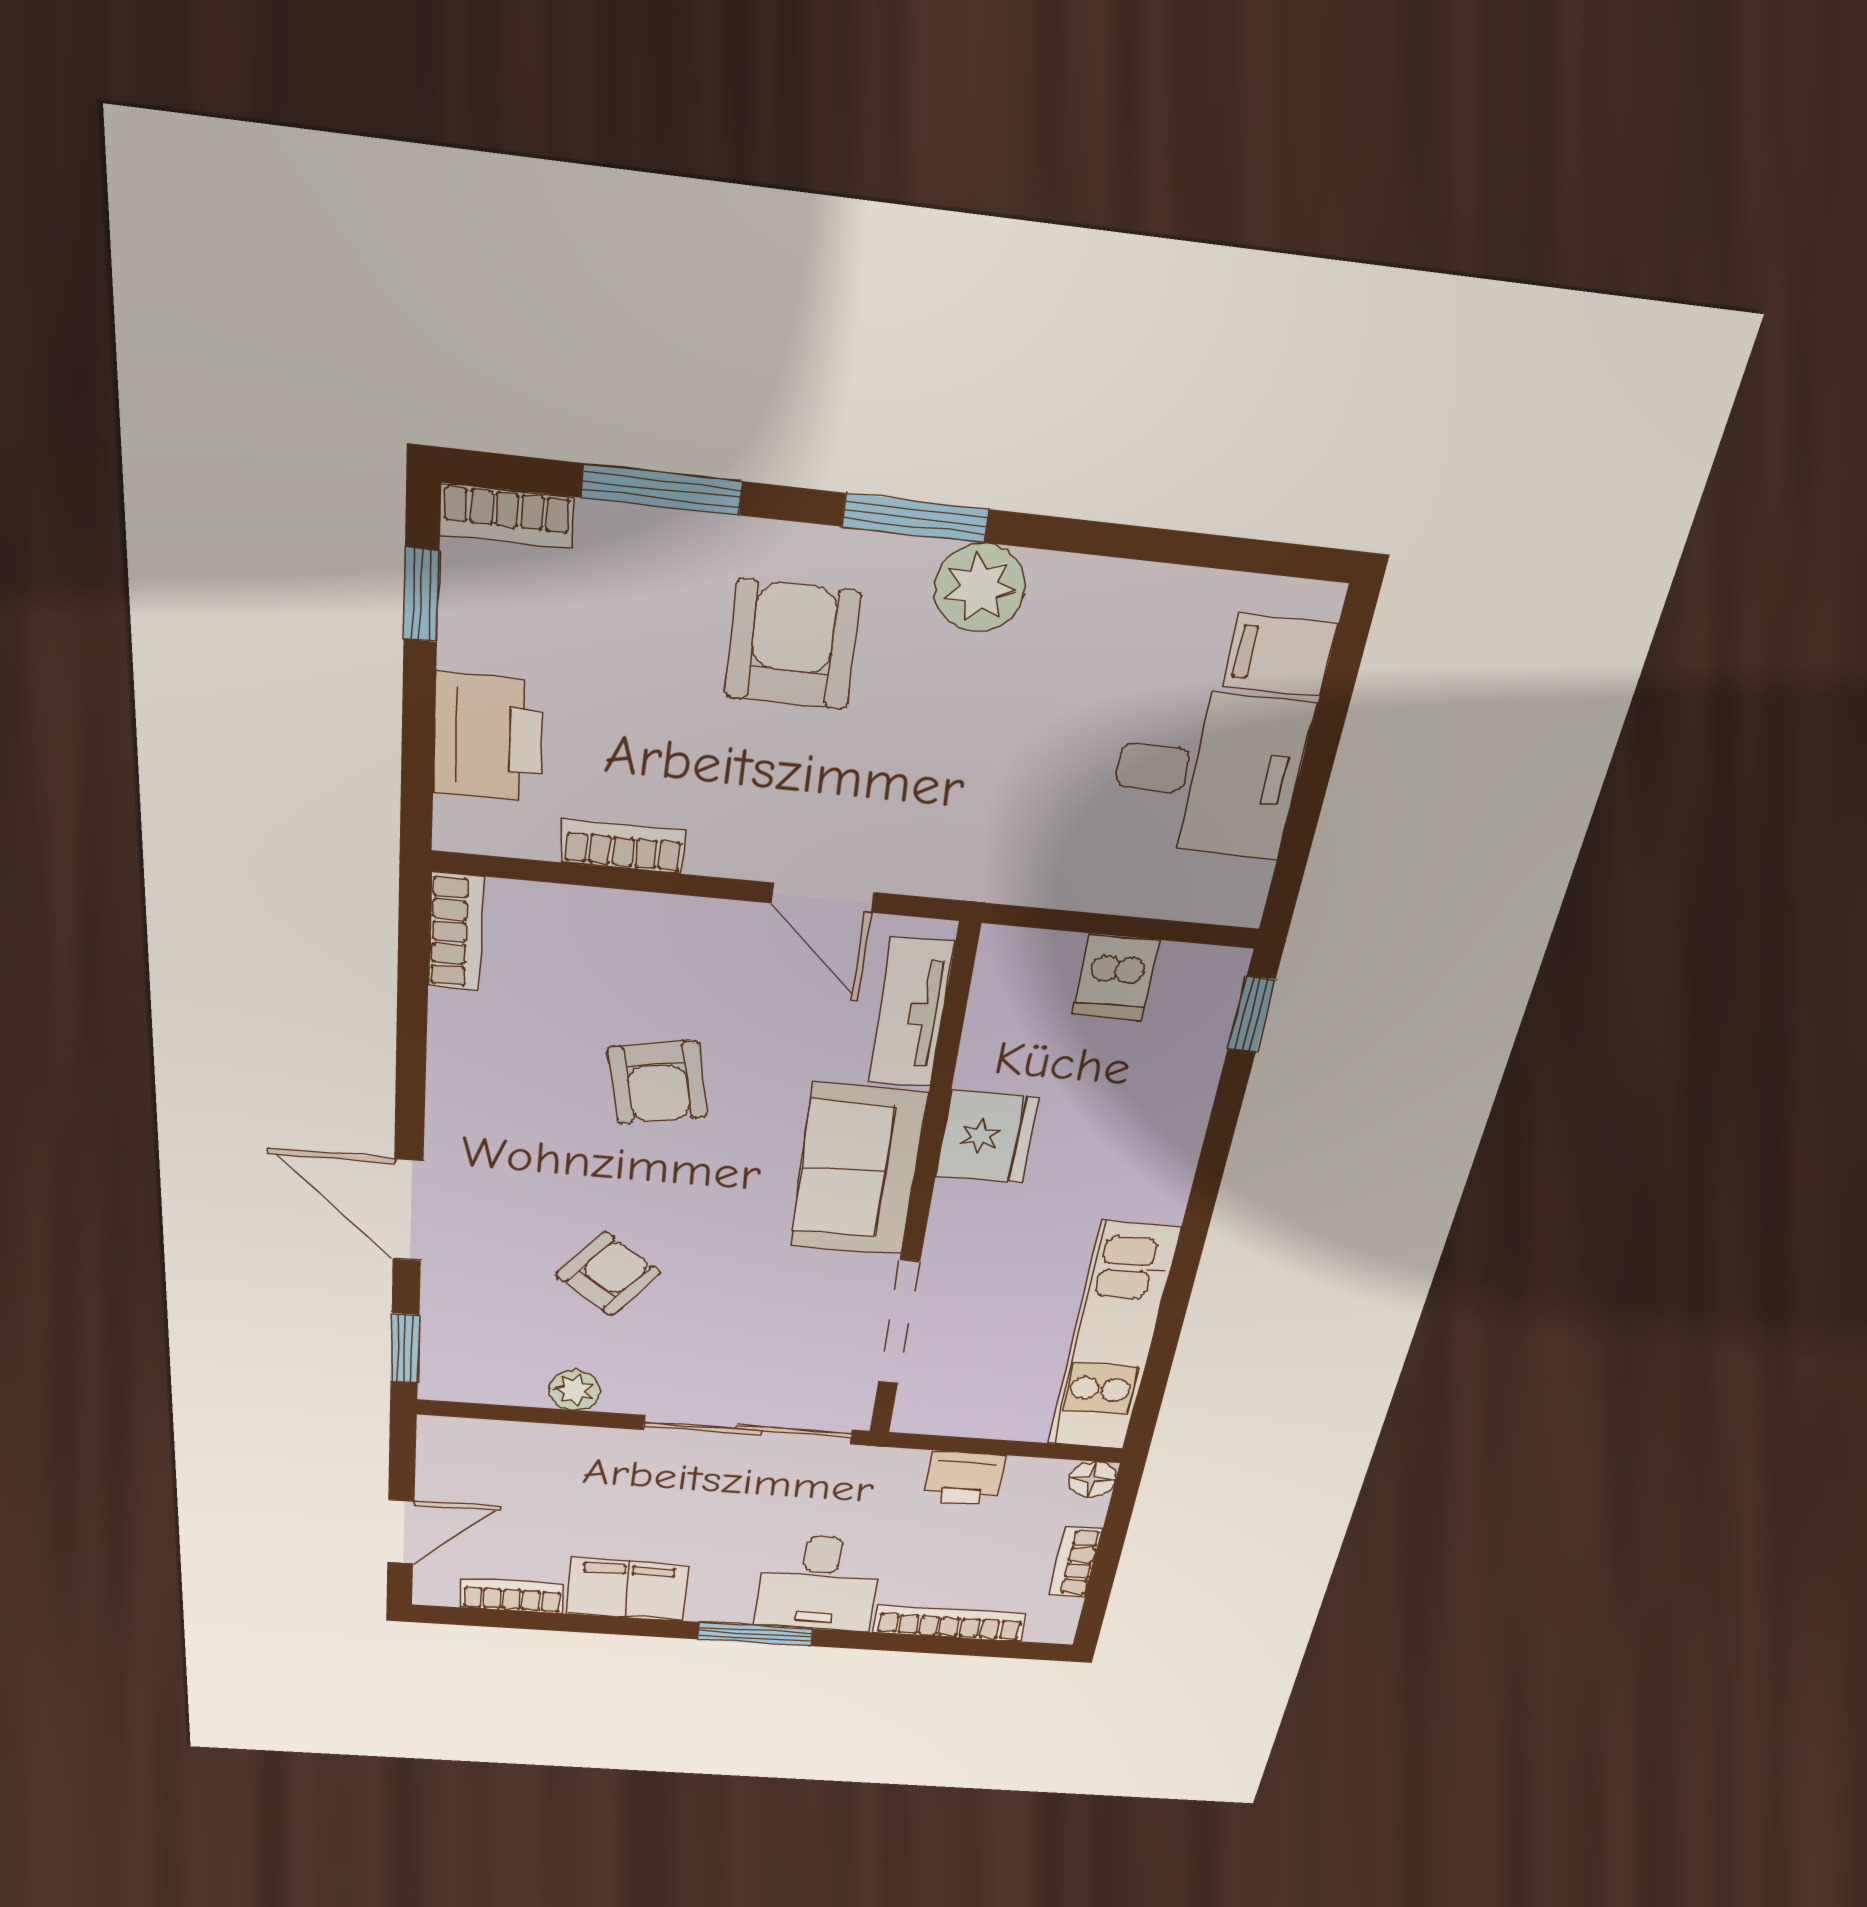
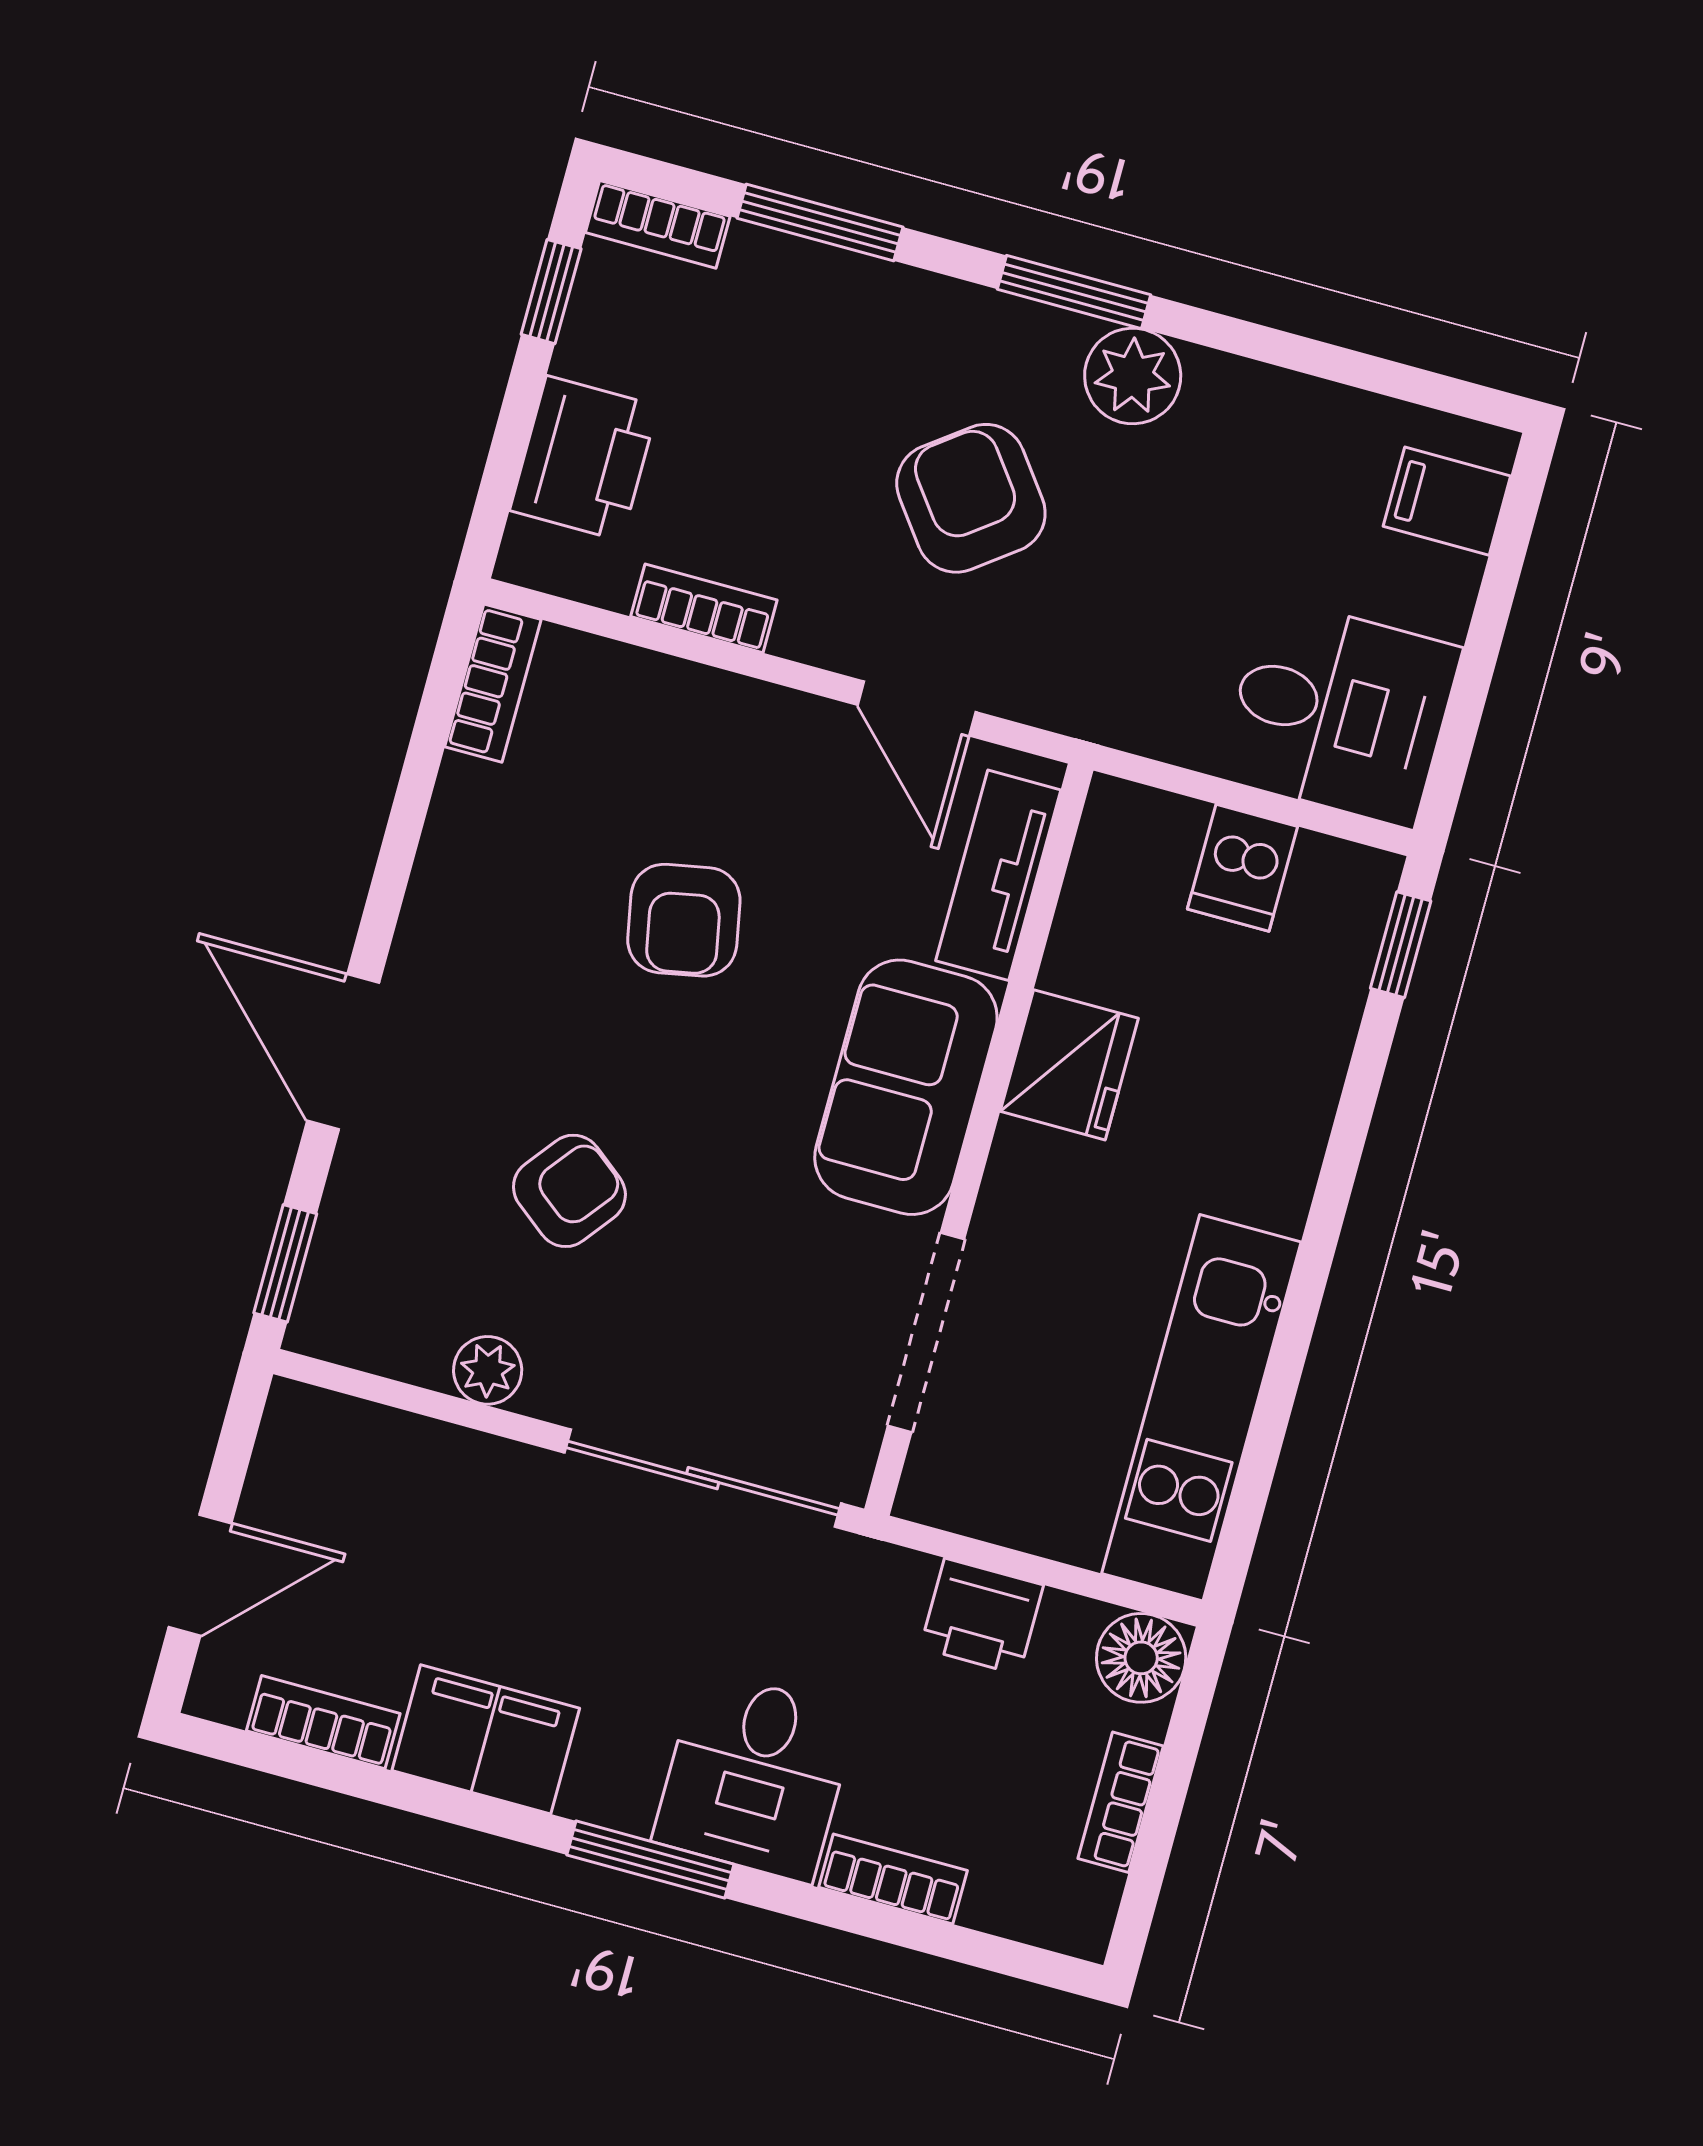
armchair: (792, 645) -> (971, 498), moved, turned -37
desk: (1208, 774) -> (1340, 712), moved
floor lamp: (1092, 1479) -> (1141, 1658), width x1.37, depth x1.37
bookcase: (950, 1623) -> (893, 1879), width x0.64

